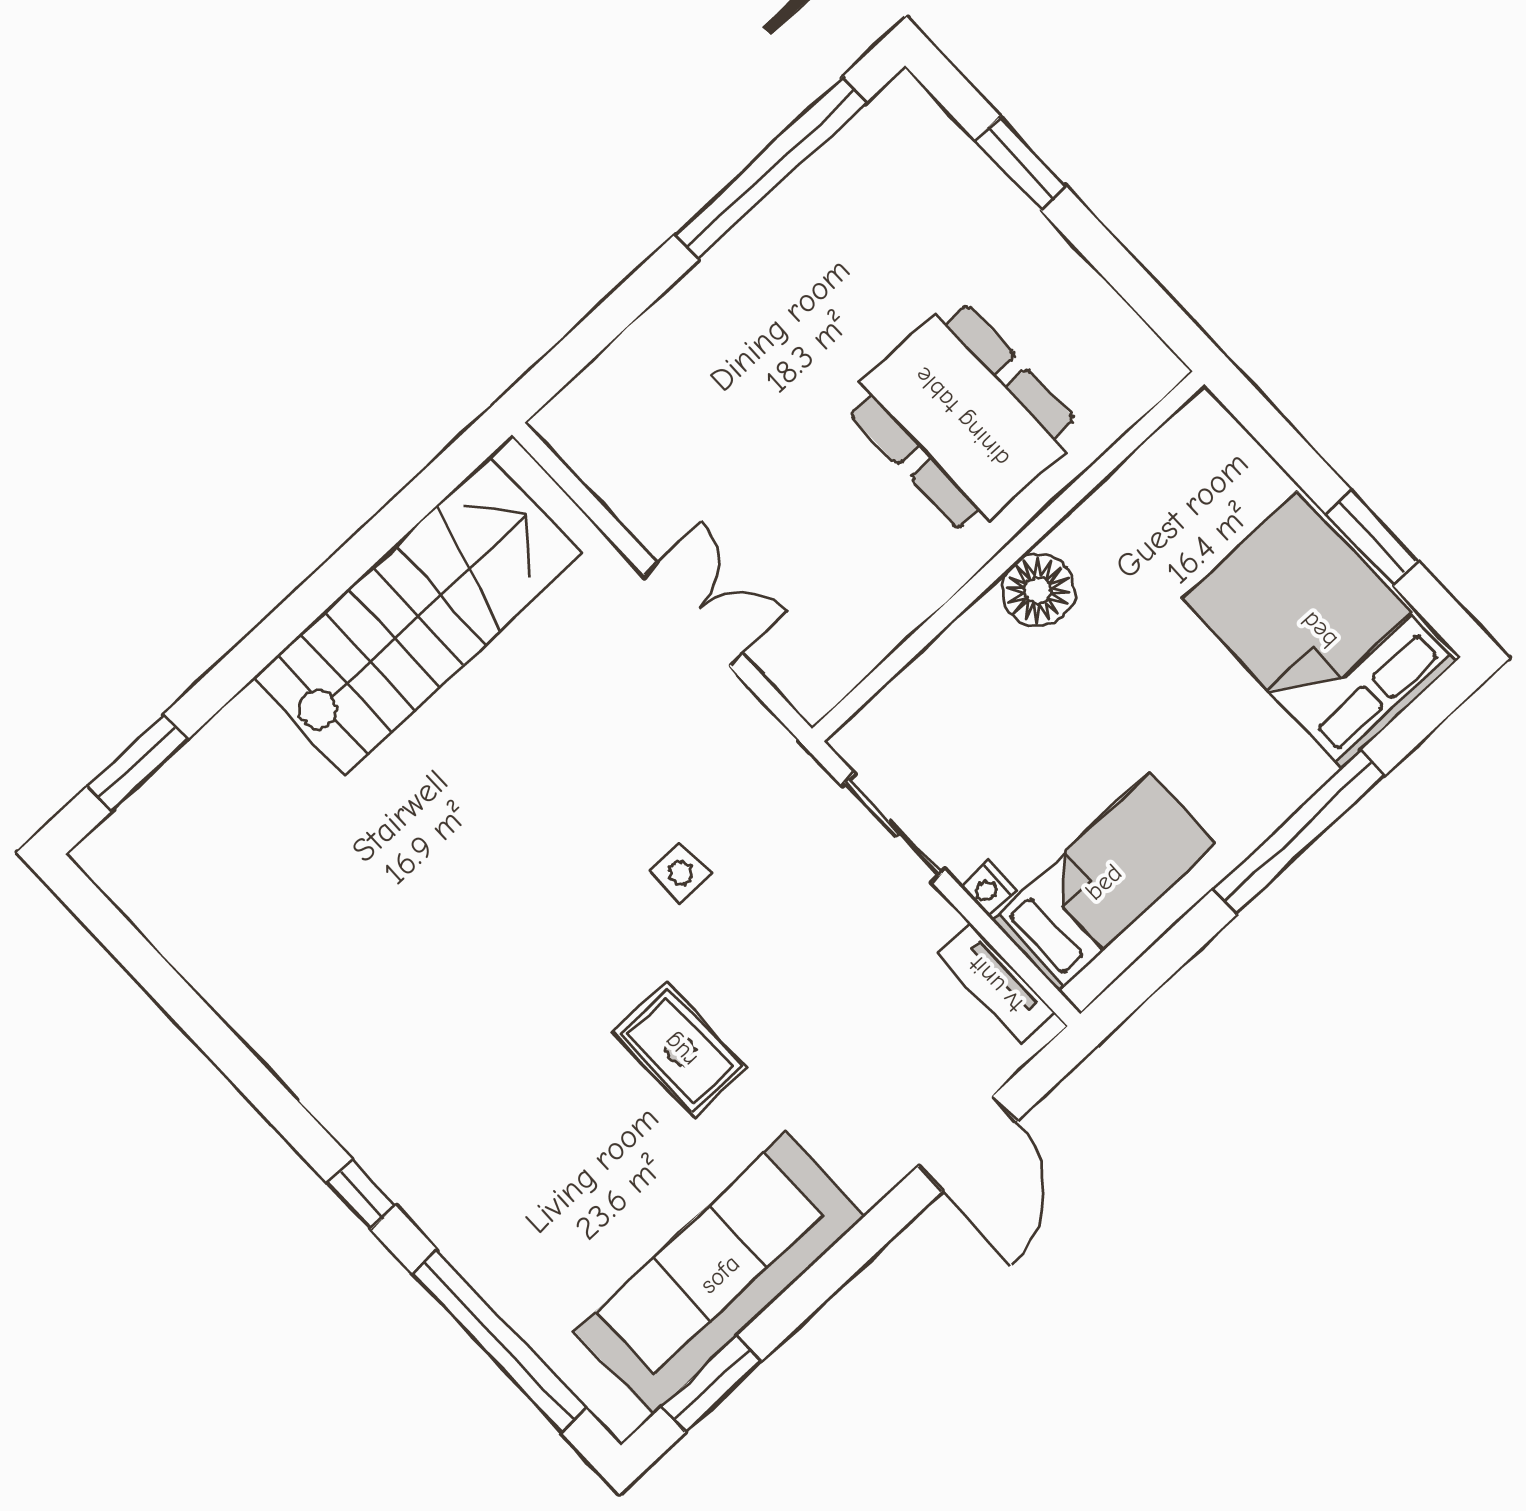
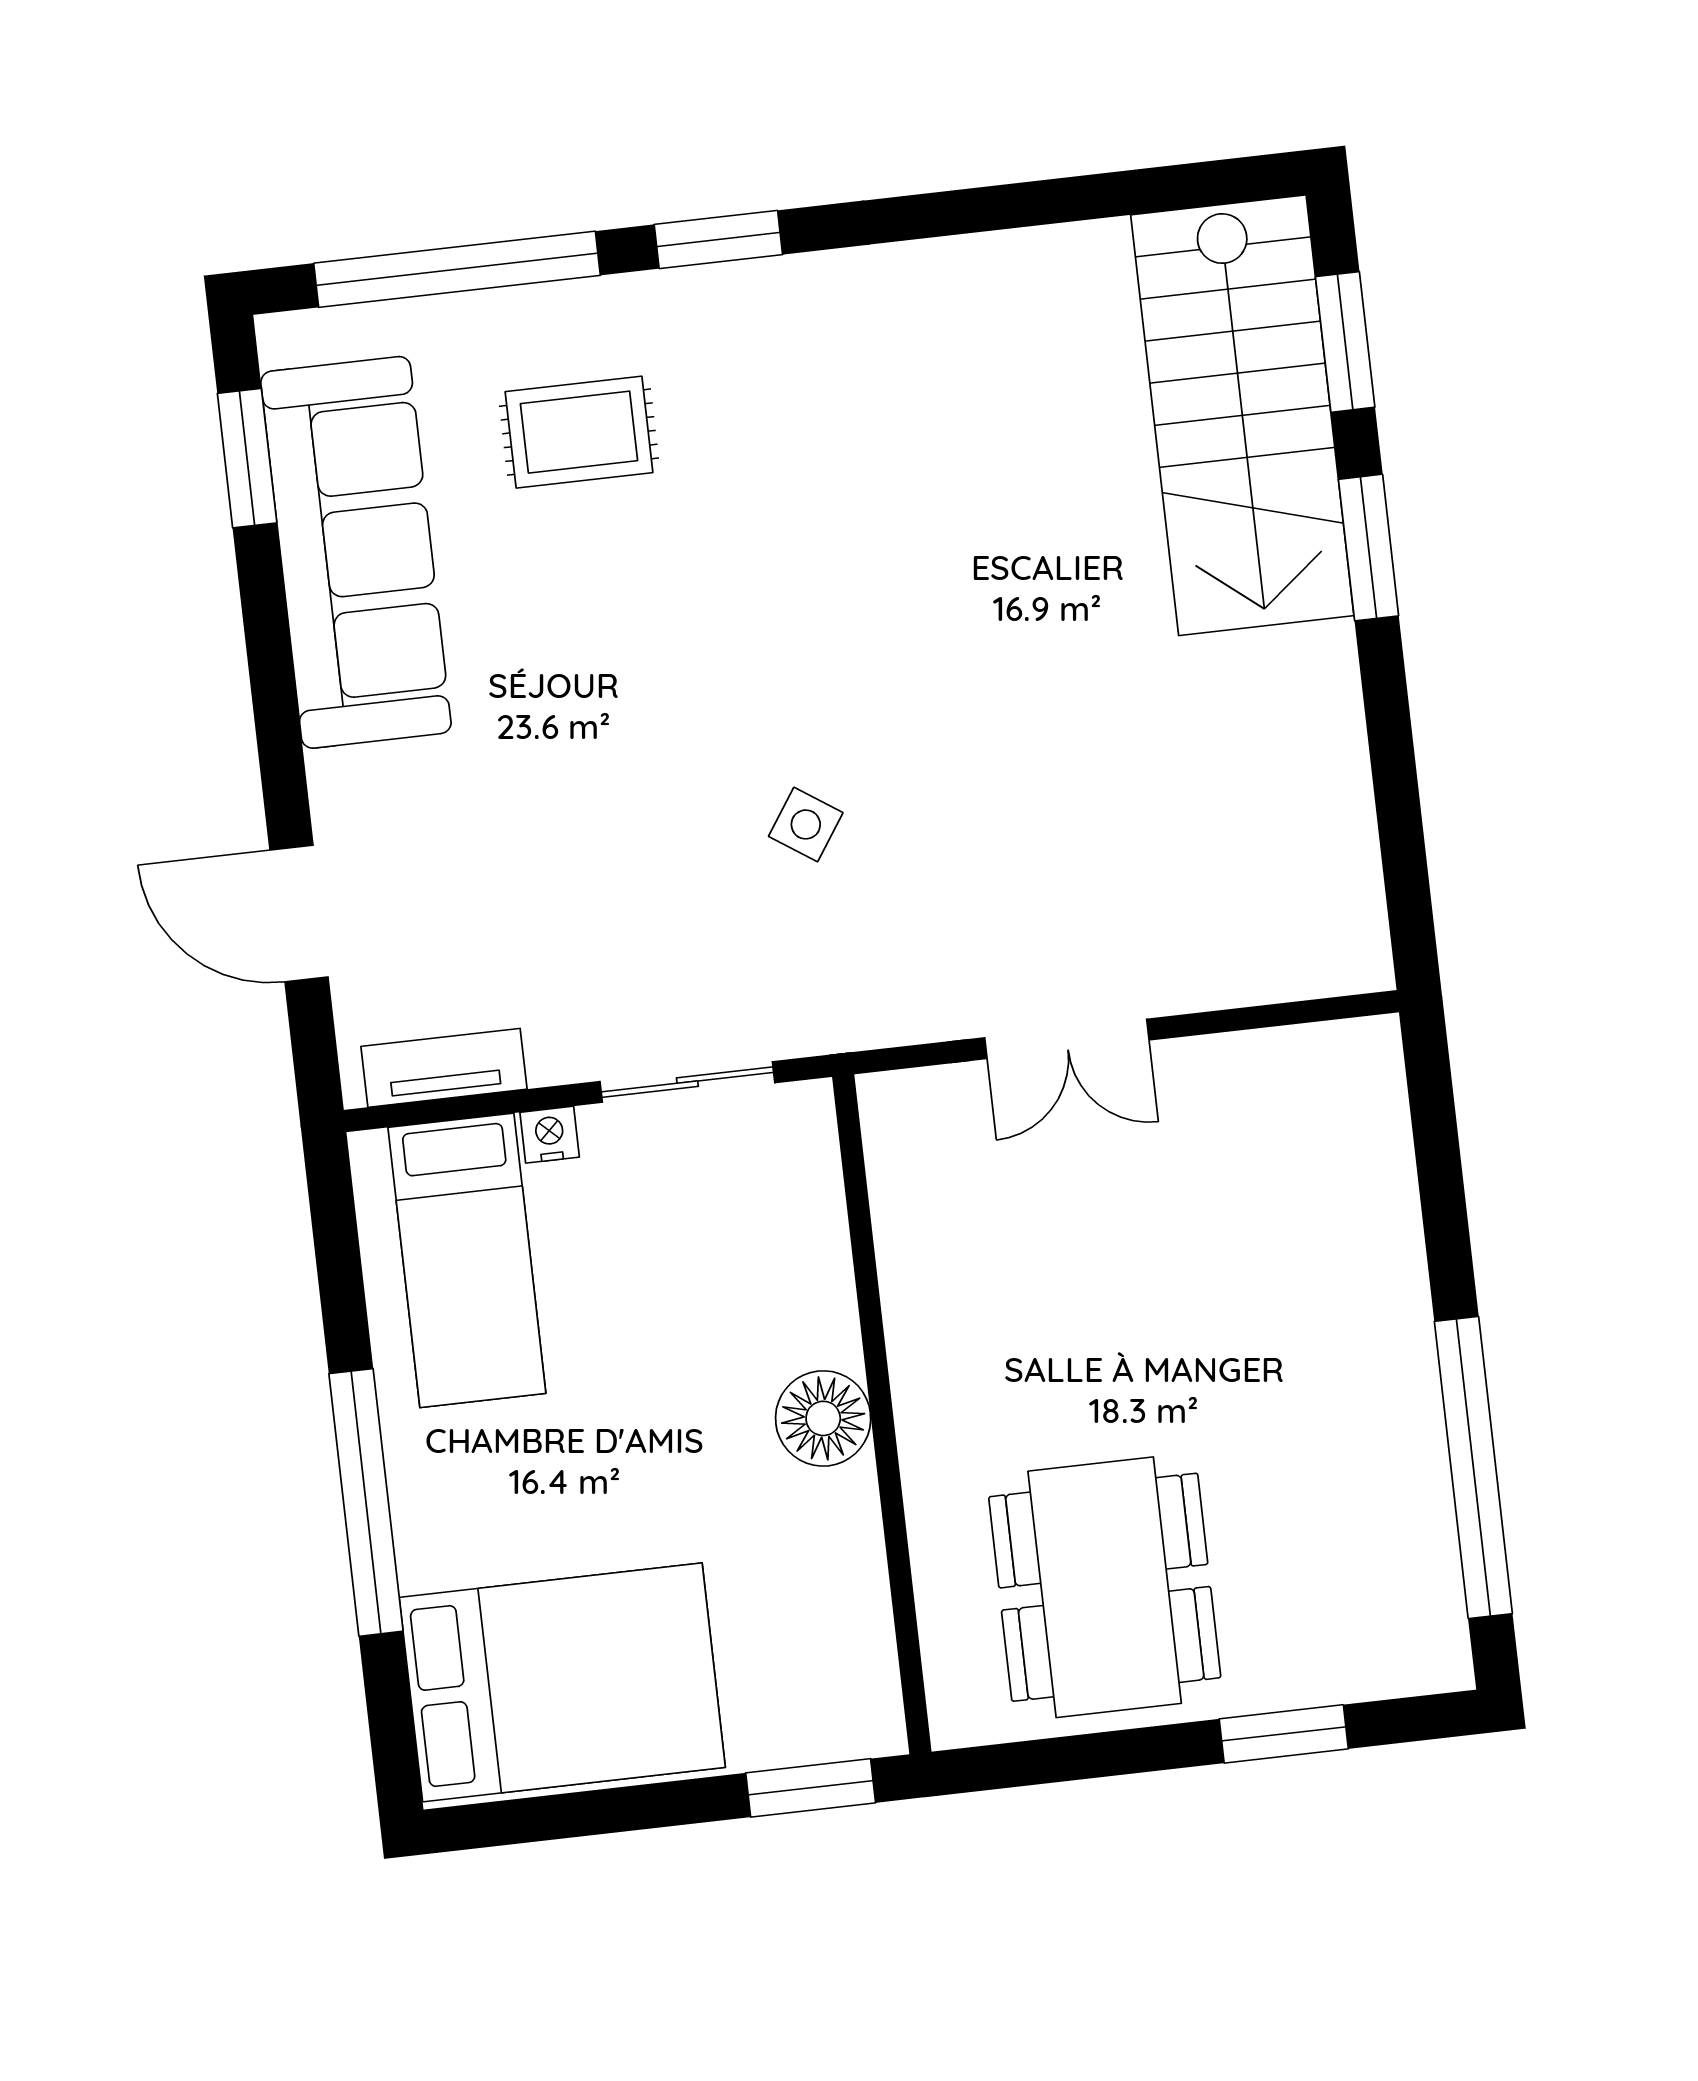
dining table: (962, 417) -> (1105, 1587), moved, turned 90
window: (1372, 537) -> (811, 1788), moved
stairs: (417, 616) -> (1242, 415), moved
window: (253, 654) -> (1369, 548), added
side table: (681, 873) -> (806, 824), turned 34
rug: (680, 1050) -> (579, 432), moved
window: (362, 1194) -> (718, 239), width x1.50

